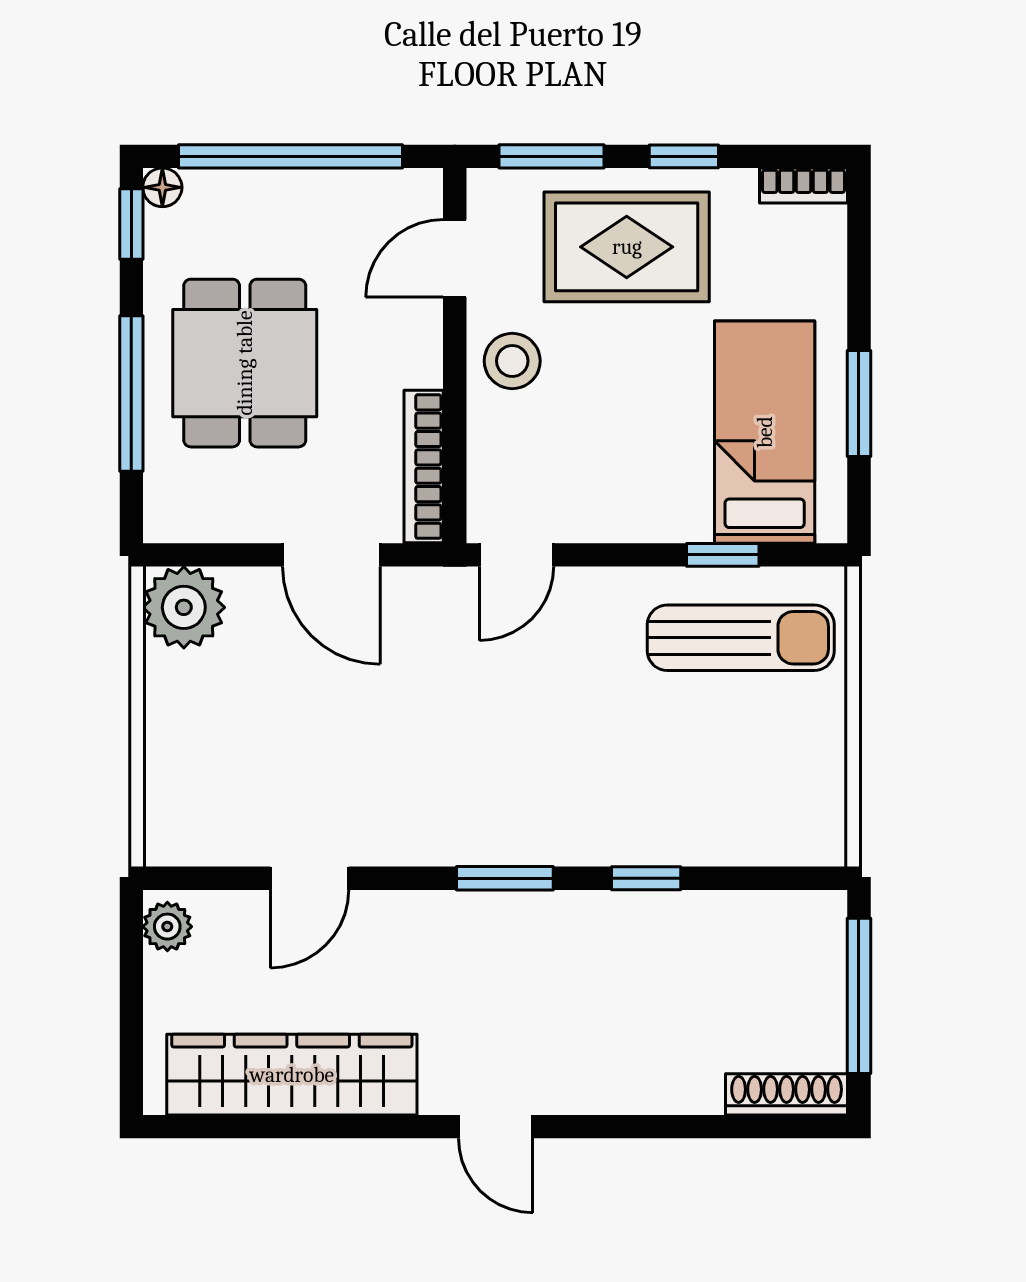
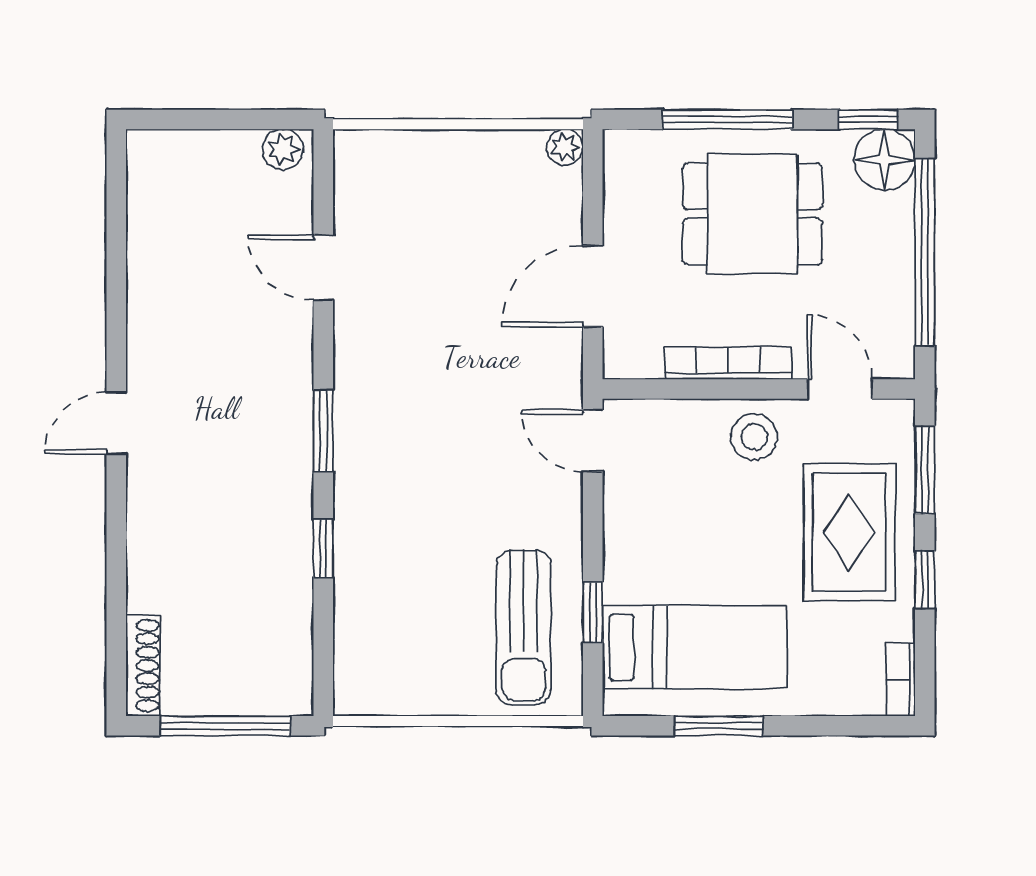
floor lamp: (162, 187) -> (885, 160), width x1.89, depth x1.89
bookcase: (424, 467) -> (728, 363), moved
plant: (184, 607) -> (565, 147), width x0.53, depth x0.53
wardrobe: (292, 1075) -> (160, 253), removed

